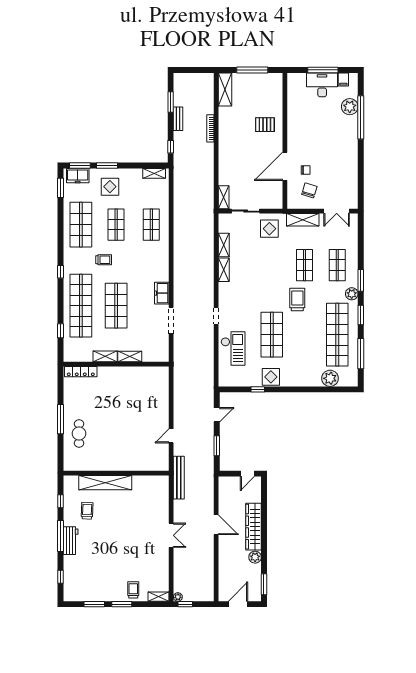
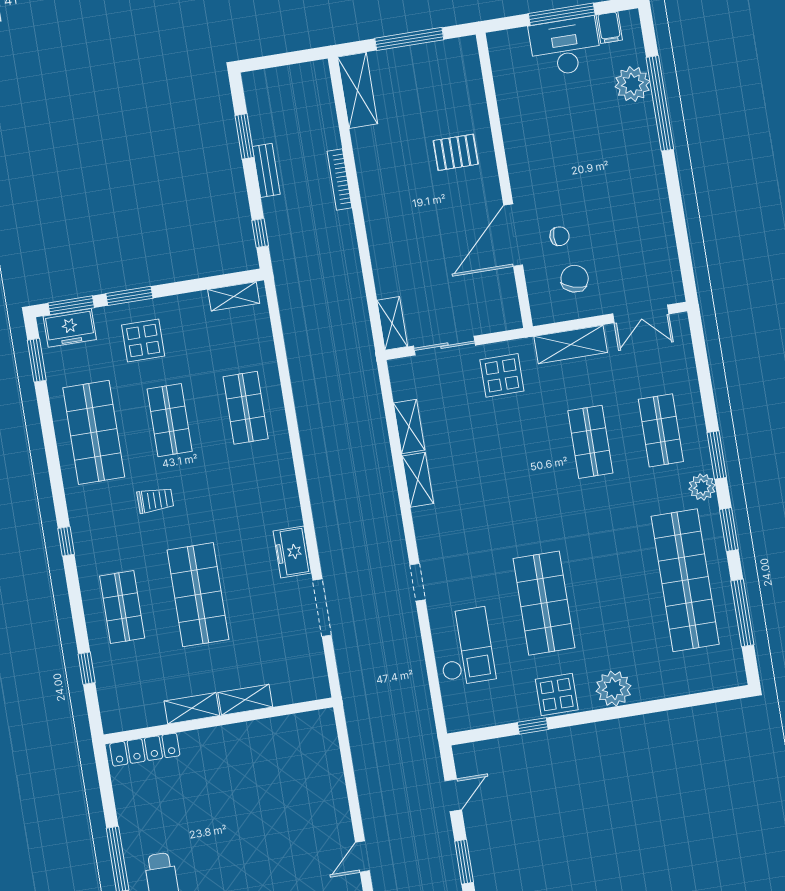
trolley: (297, 300) -> (587, 519), removed
shop shelf: (81, 306) -> (122, 607), width x0.50, depth x0.74
plant: (330, 378) -> (614, 689), moved

